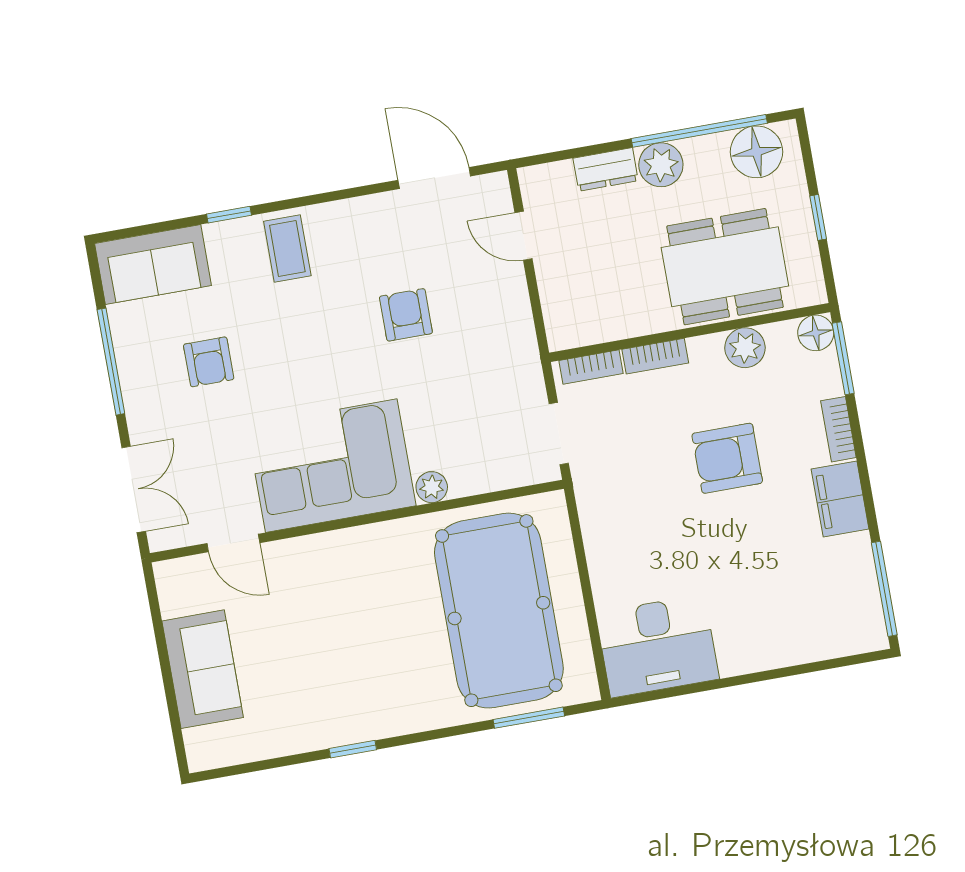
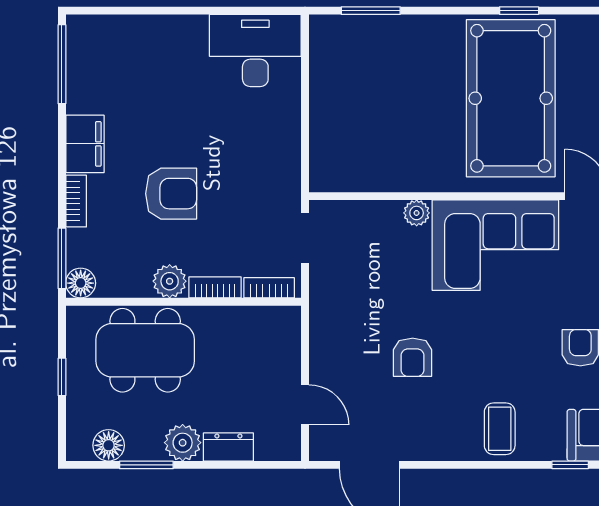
window: (699, 131) -> (146, 465), width x0.47
floor lamp: (757, 152) -> (109, 445), width x0.73, depth x0.73
window: (229, 215) -> (570, 465), moved
plant: (745, 348) -> (170, 281), moved
pool table: (499, 611) -> (511, 98), moved

